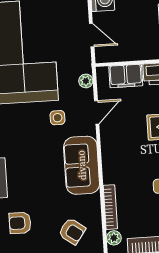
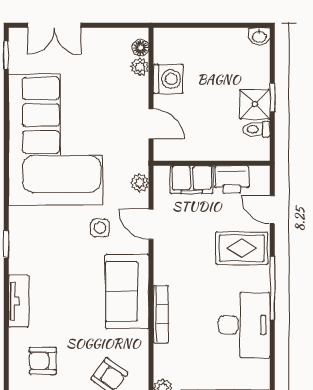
door: (97, 112) -> (151, 224), swing flipped
bookcase: (110, 207) -> (161, 314), moved

